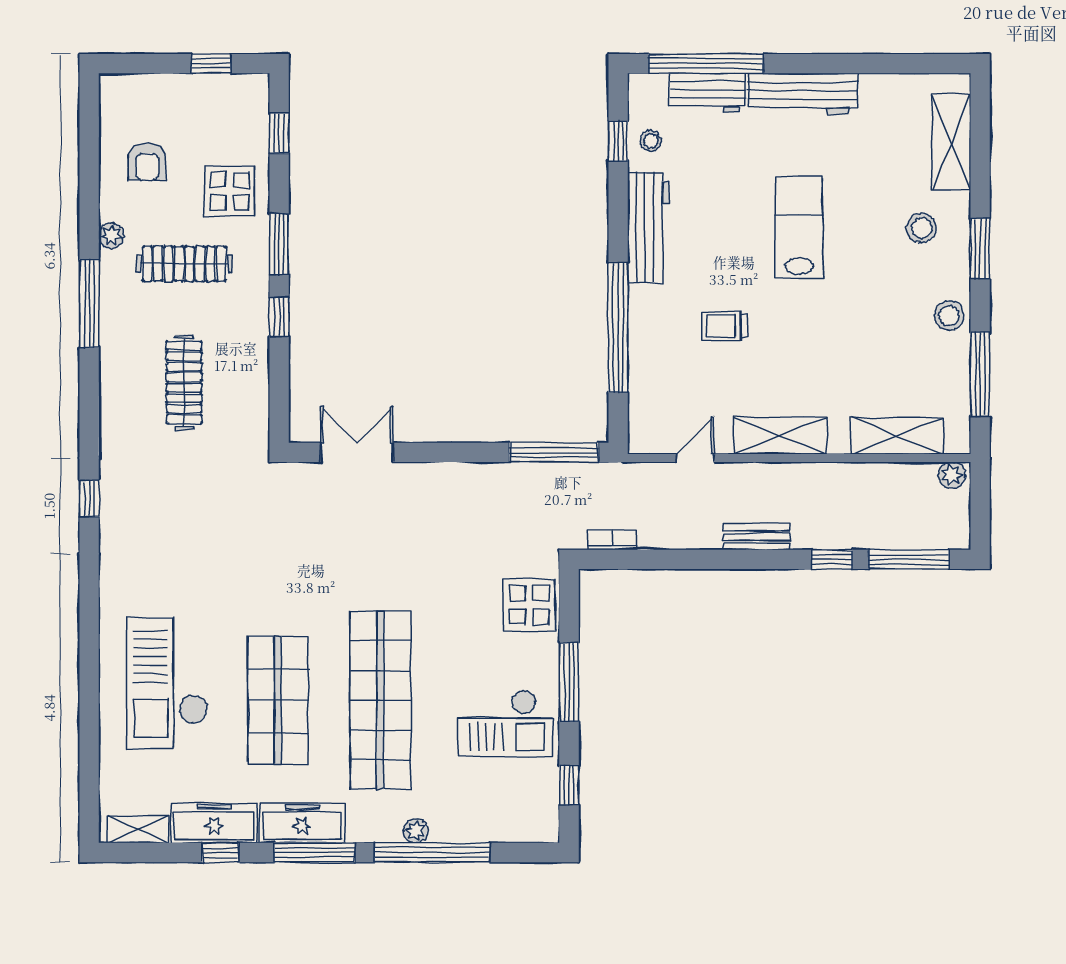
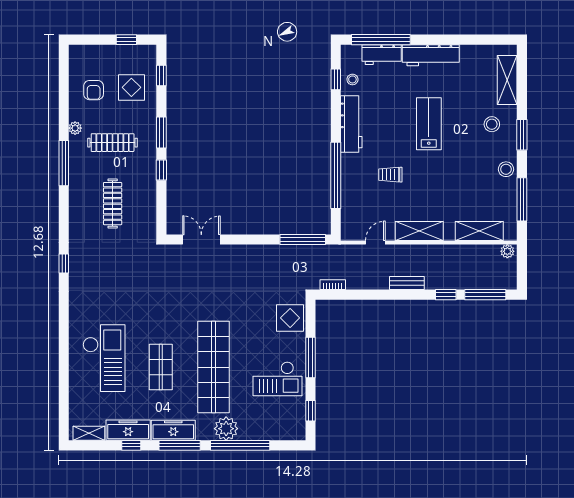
display table: (230, 191) -> (131, 87), moved
checkout: (167, 683) -> (104, 358), turned 180
shop shelf: (278, 700) -> (161, 367), width x0.70, depth x0.74
plant: (416, 831) -> (226, 429), width x1.87, depth x1.87

